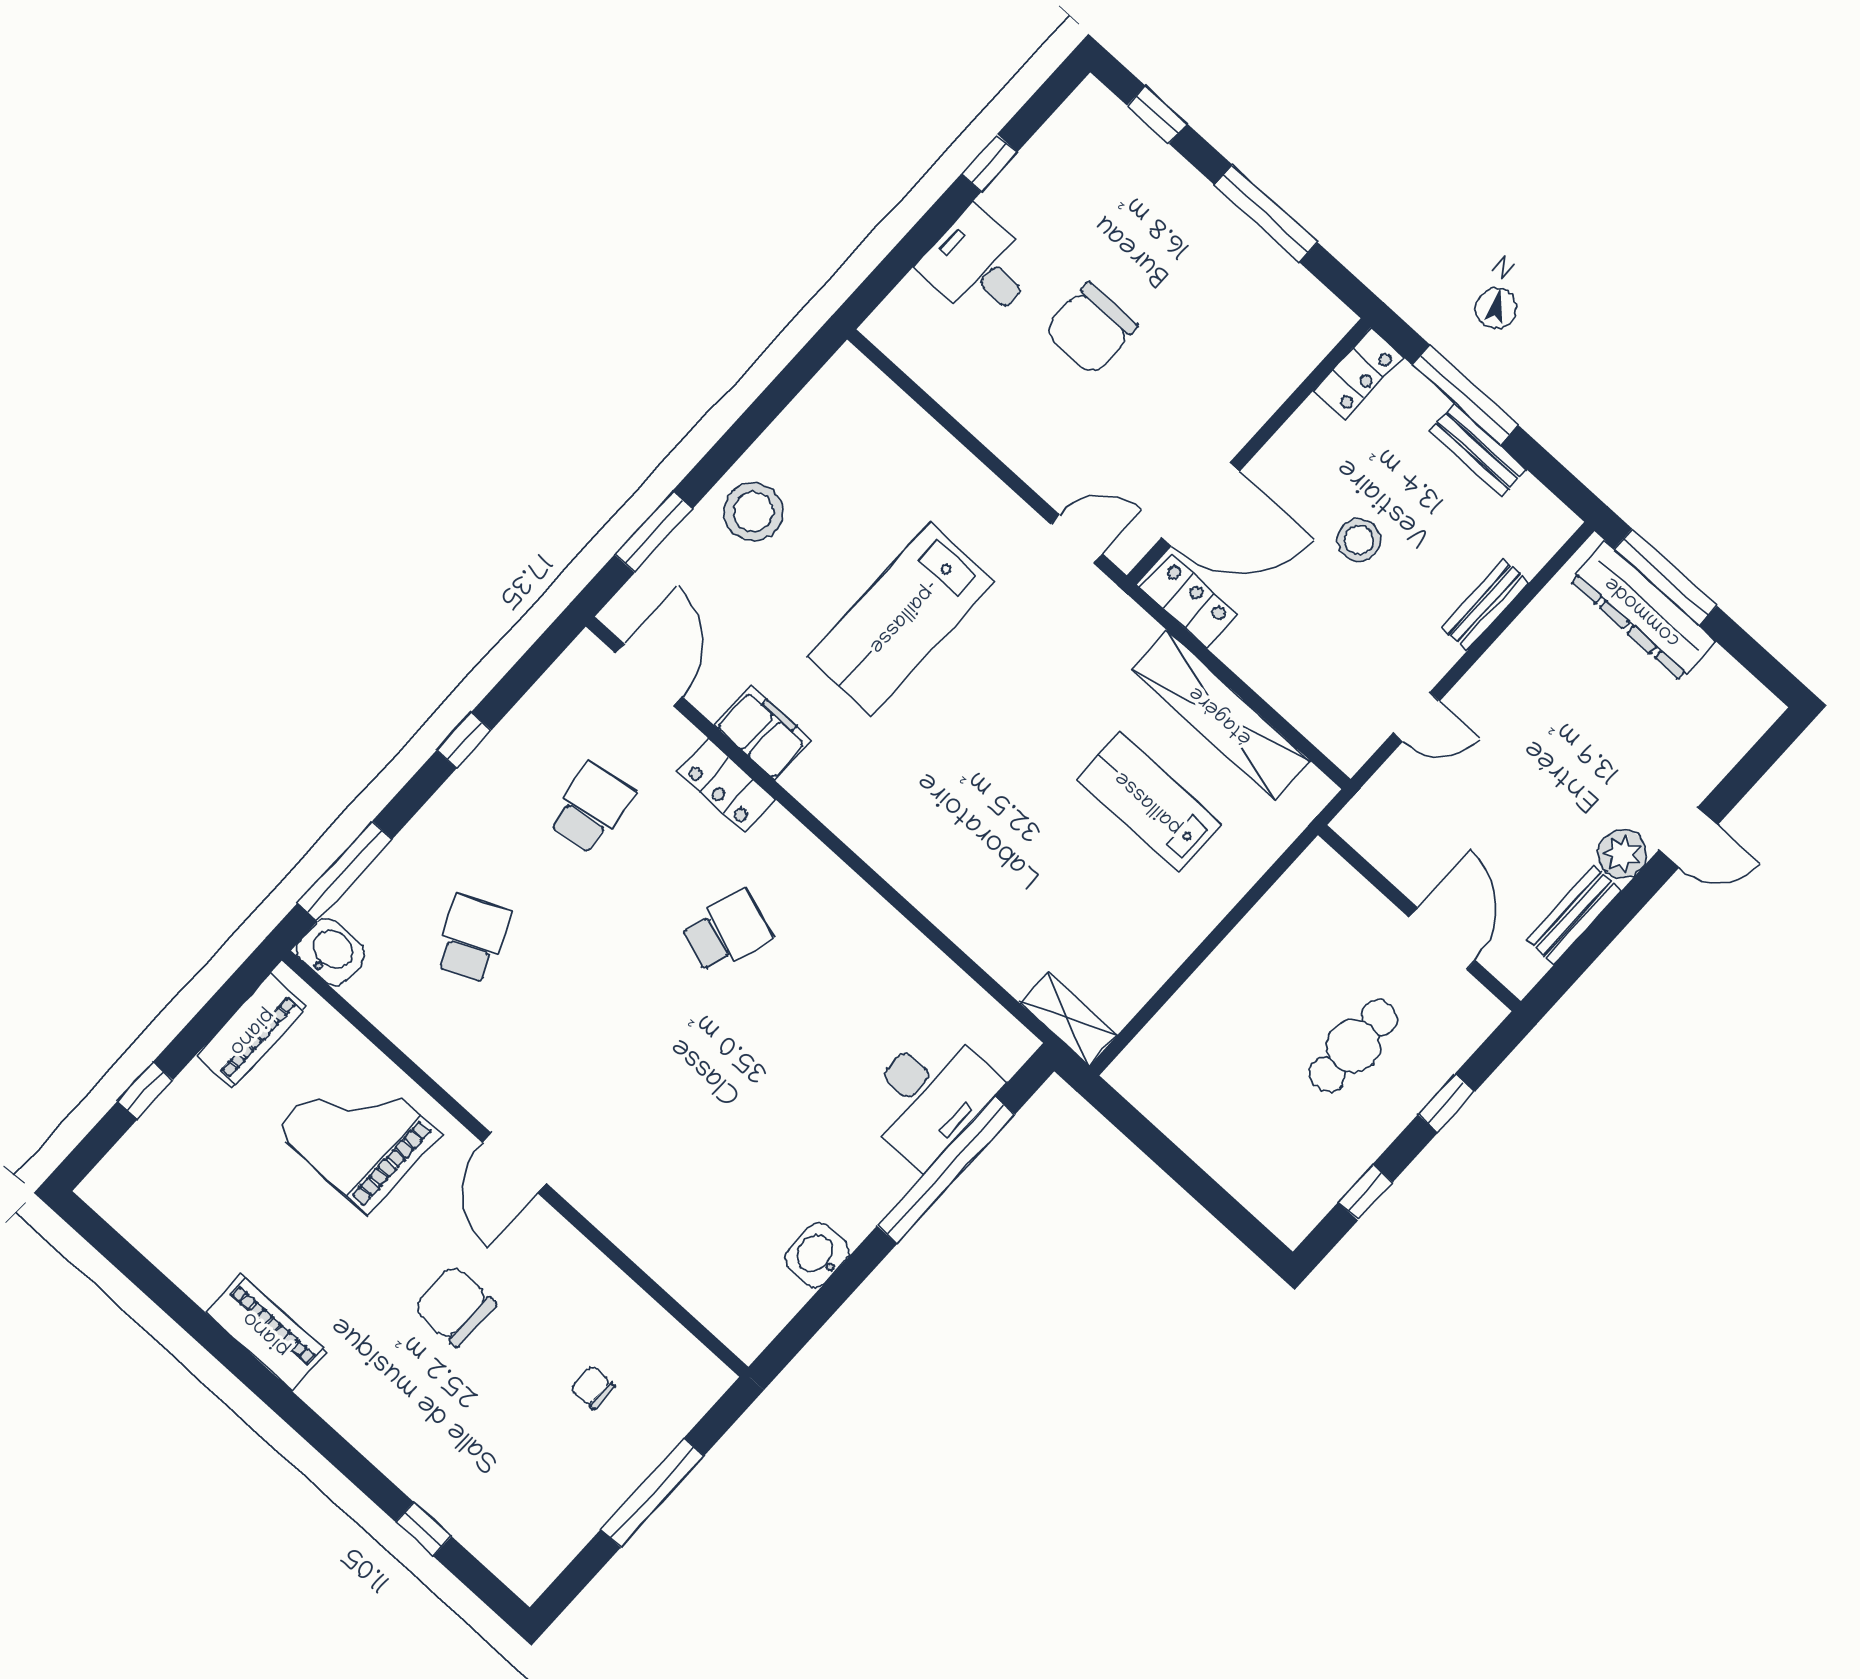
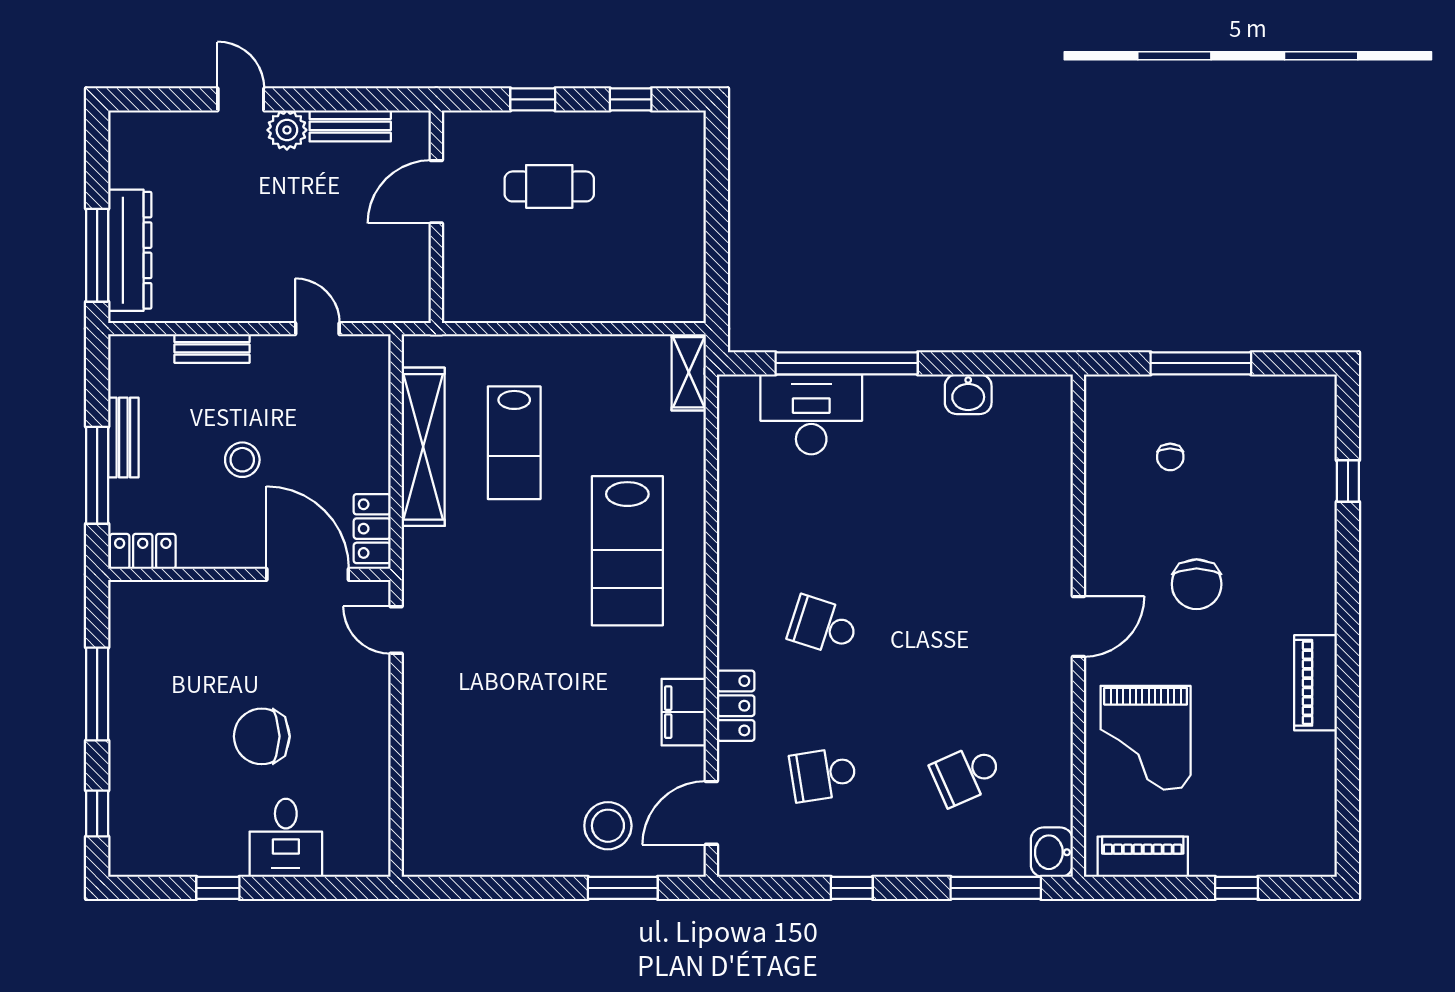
chair: (1091, 329) -> (262, 736), turned 180
stool: (753, 512) -> (608, 826), moved
lab bench: (900, 619) -> (627, 551), moved, turned 90

